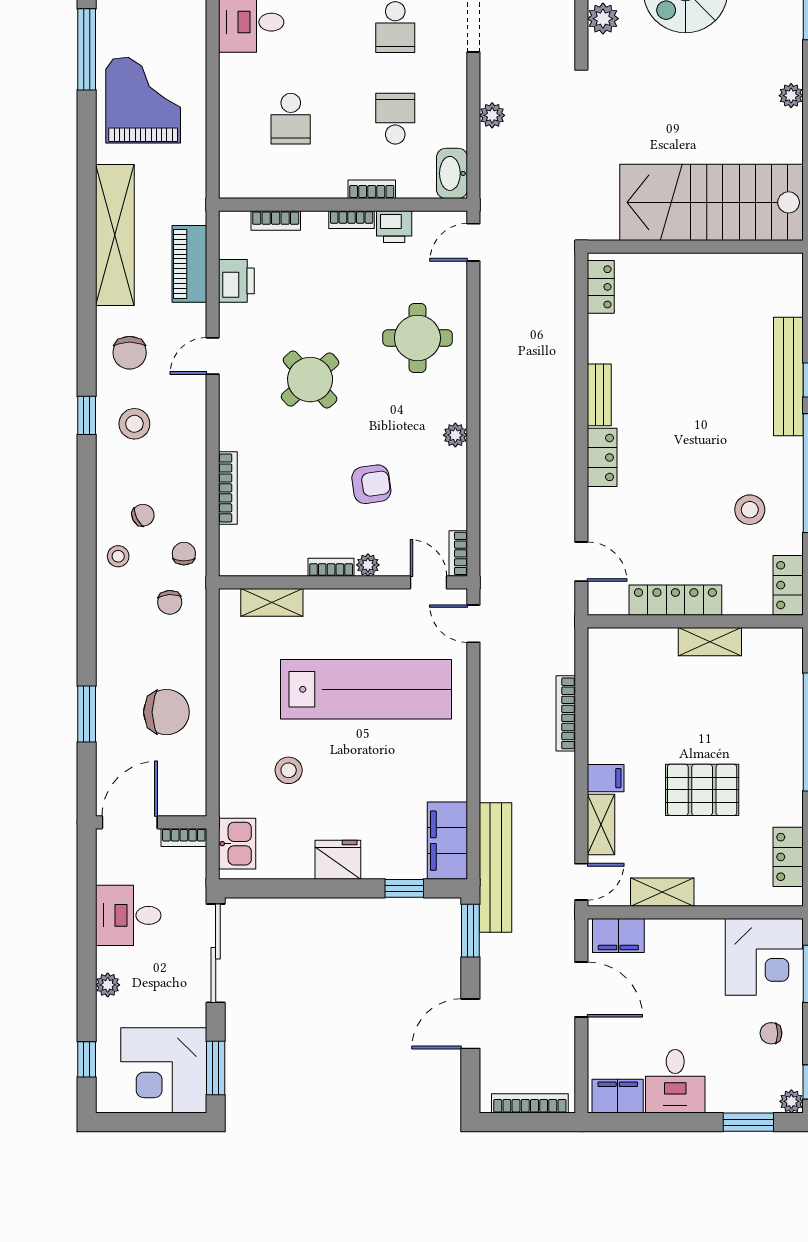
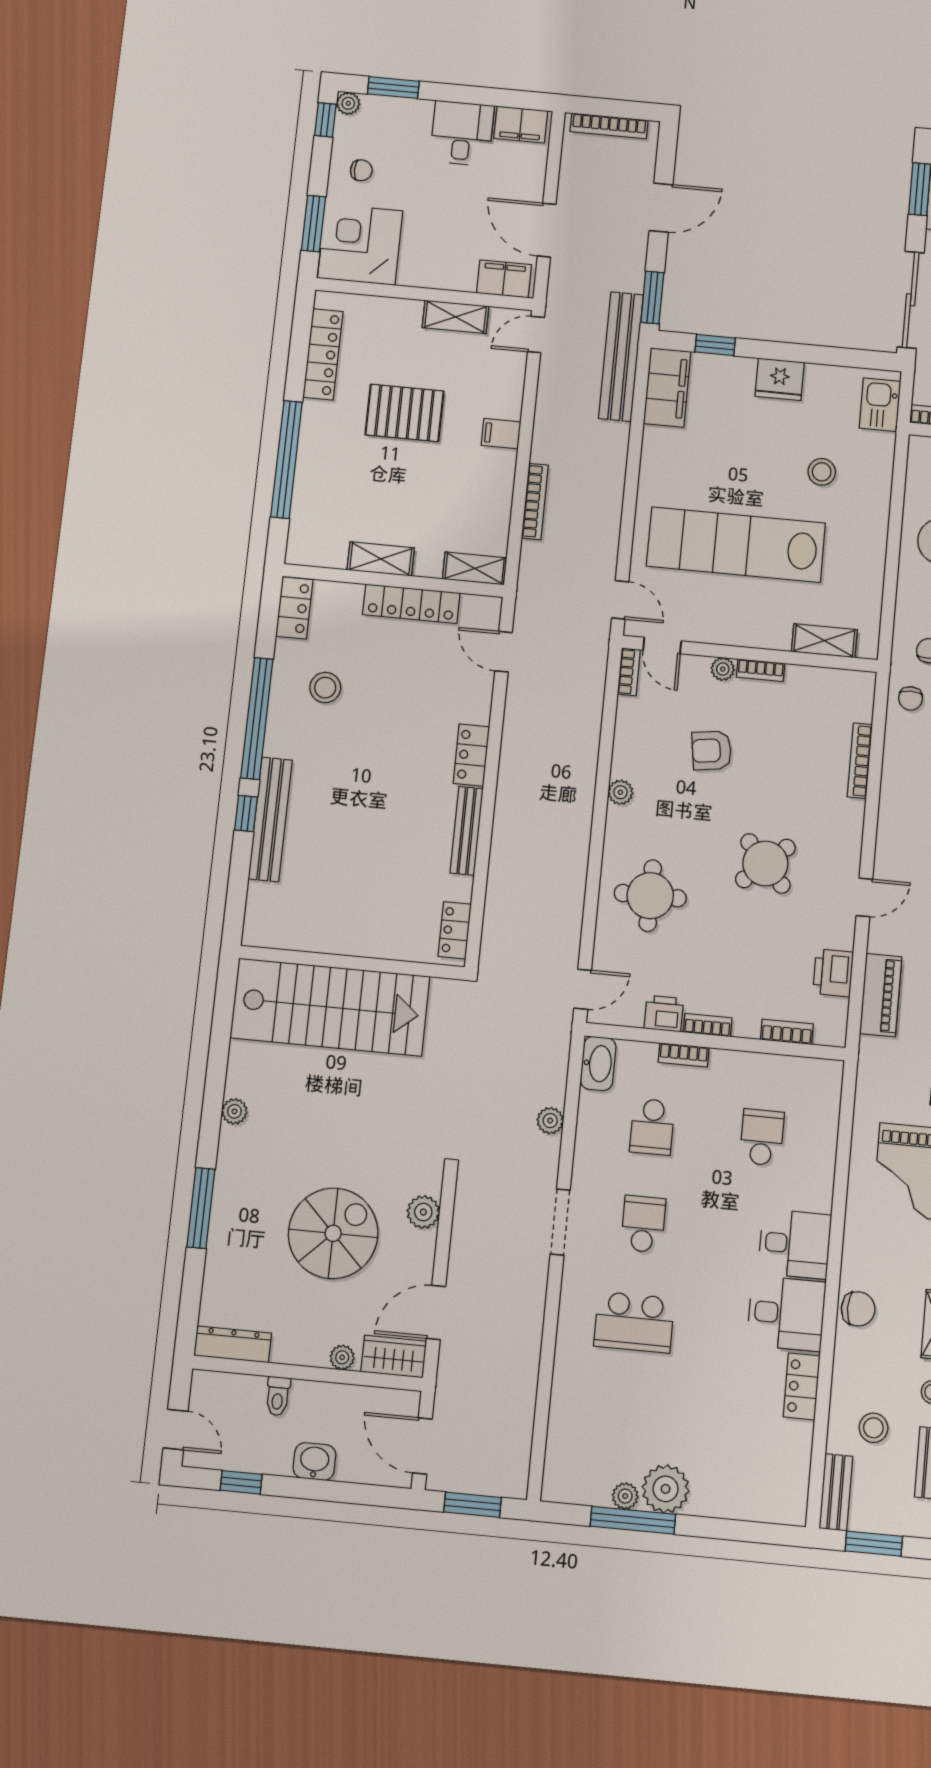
bench: (599, 395) -> (467, 831), width x1.36
shelving: (601, 824) -> (475, 568), moved, turned 90
locker: (788, 857) -> (323, 354), width x1.53

